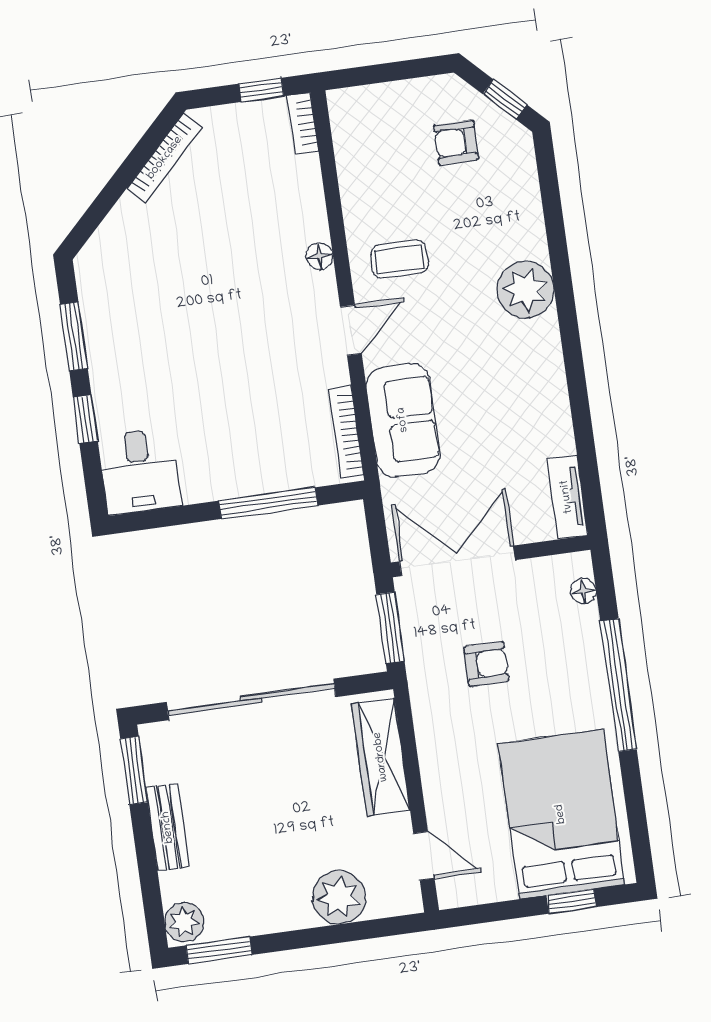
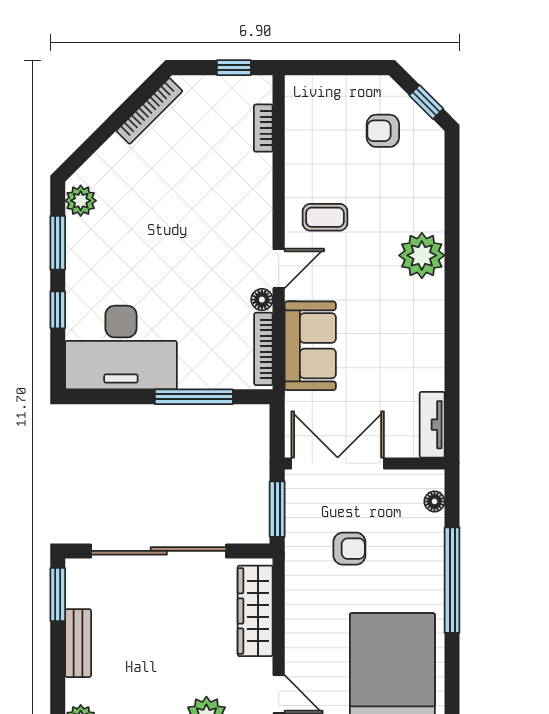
bookcase: (303, 123) -> (263, 128), moved
floor lamp: (320, 256) -> (262, 300), moved
plant: (95, 280) -> (81, 201), added
desk: (139, 471) -> (121, 348), width x1.87, depth x1.30

